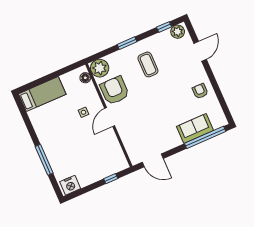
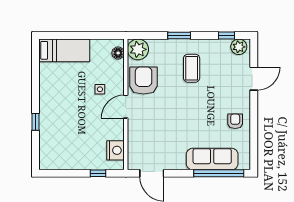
sofa: (195, 128) -> (212, 159), width x1.36
window: (44, 160) -> (35, 122), width x0.46
nightstand: (70, 185) -> (116, 150), moved, turned -90

